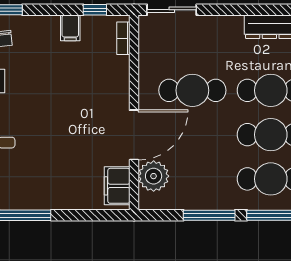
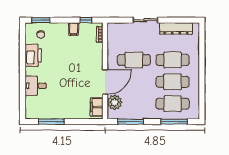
sliding door: (172, 10) -> (145, 20), moved
window: (209, 215) -> (131, 122), moved

